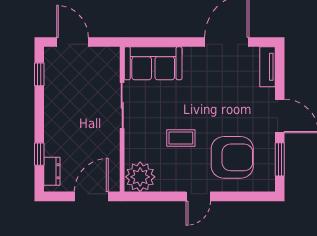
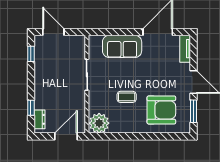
sofa: (153, 63) -> (122, 46), moved
door: (198, 196) -> (138, 136), removed

